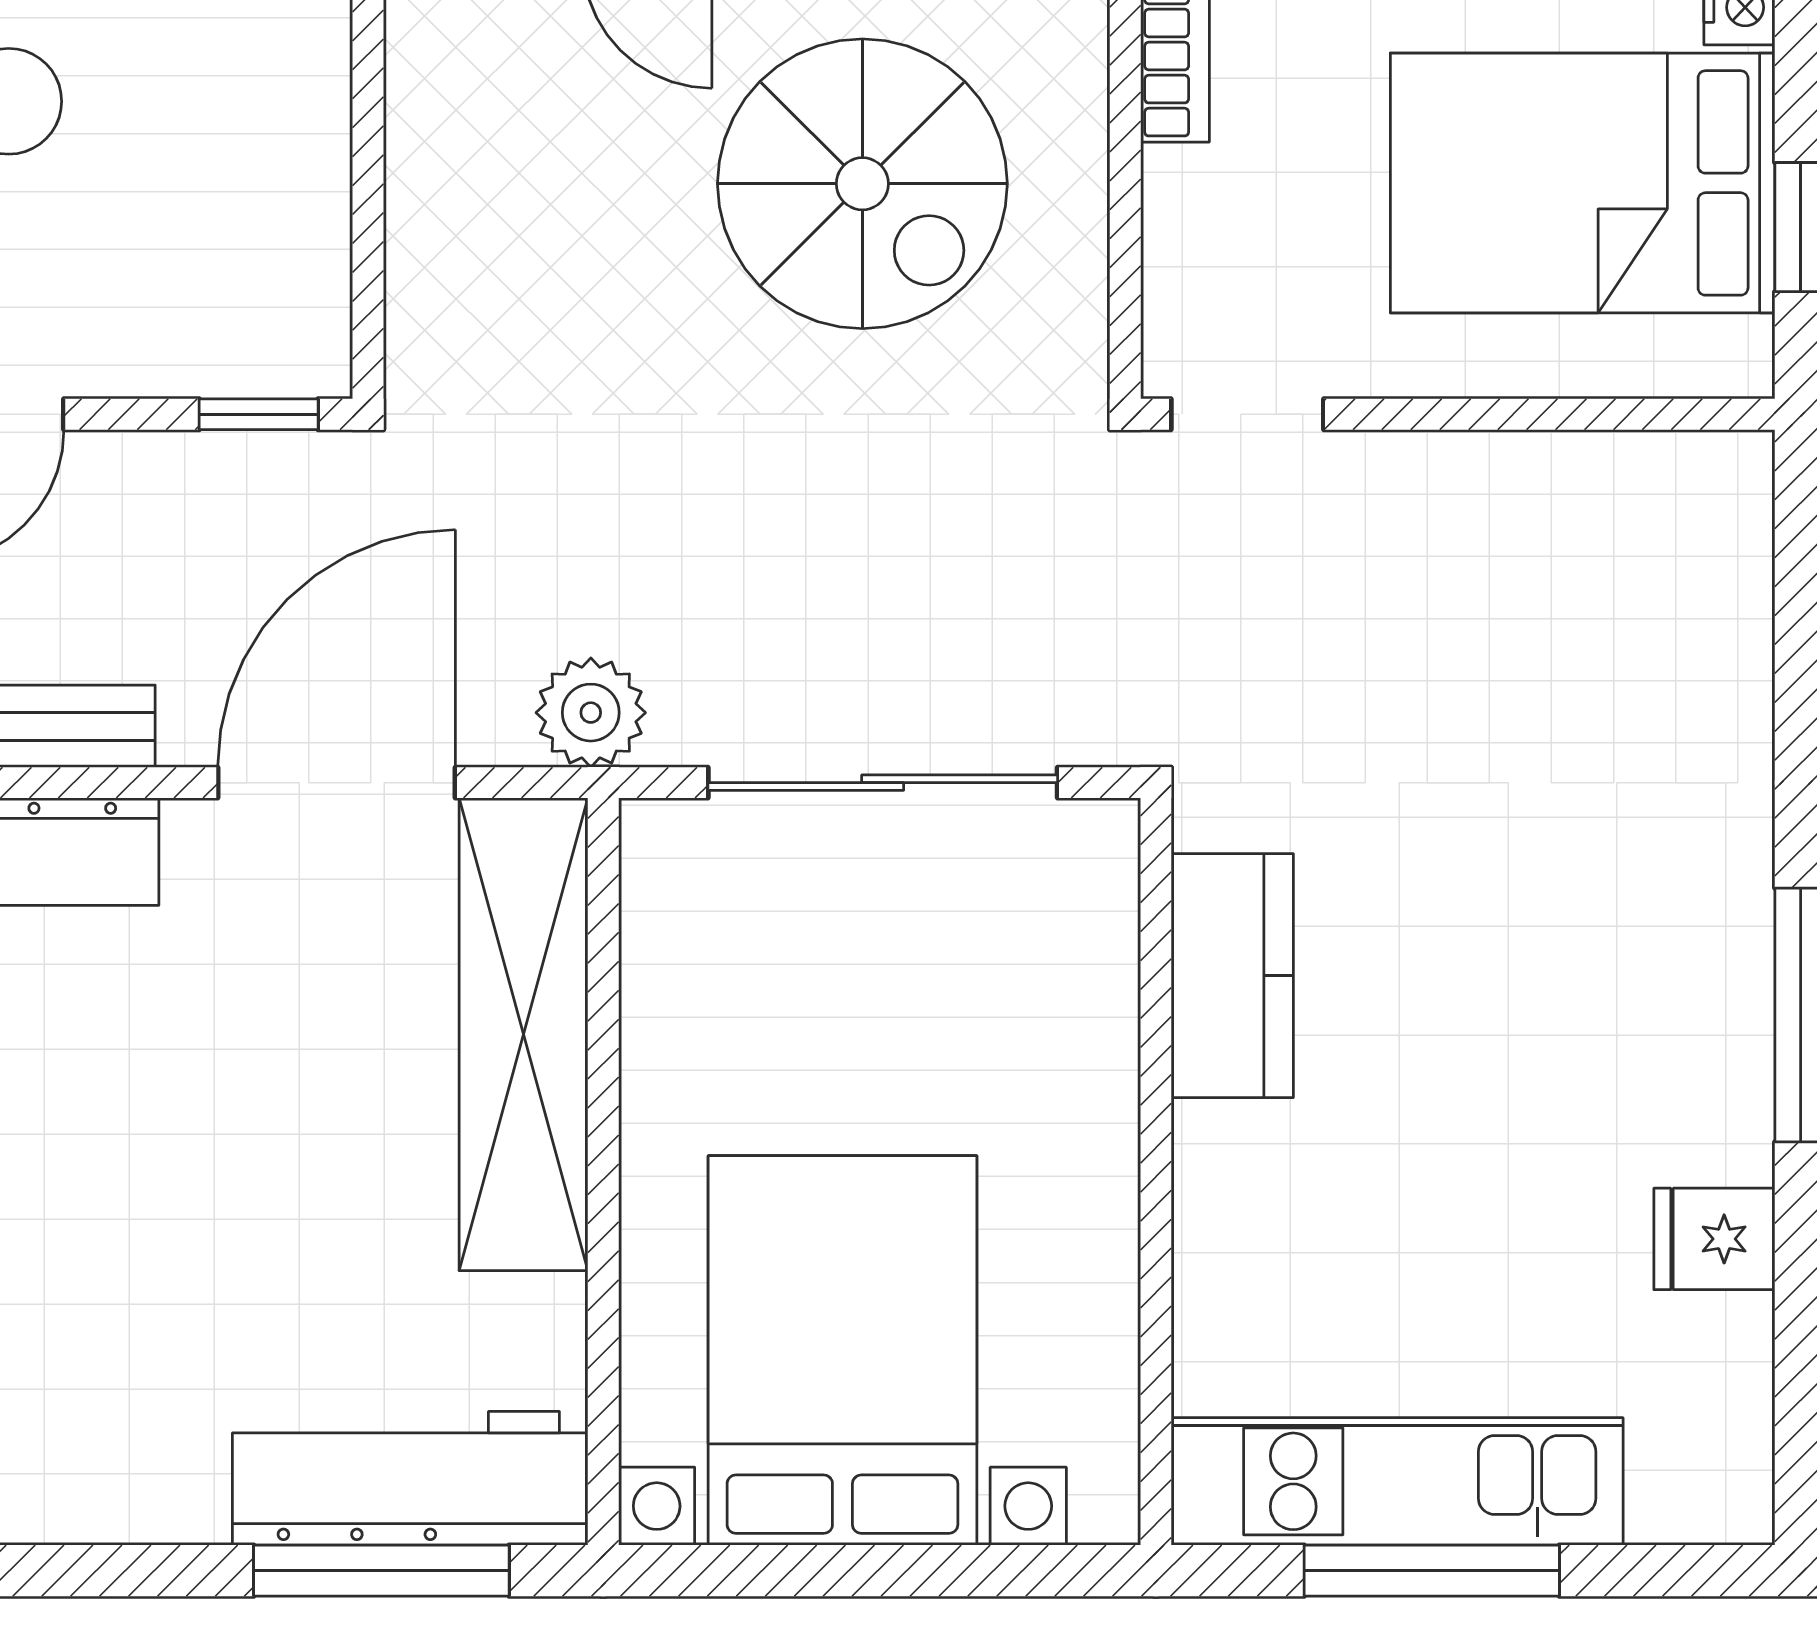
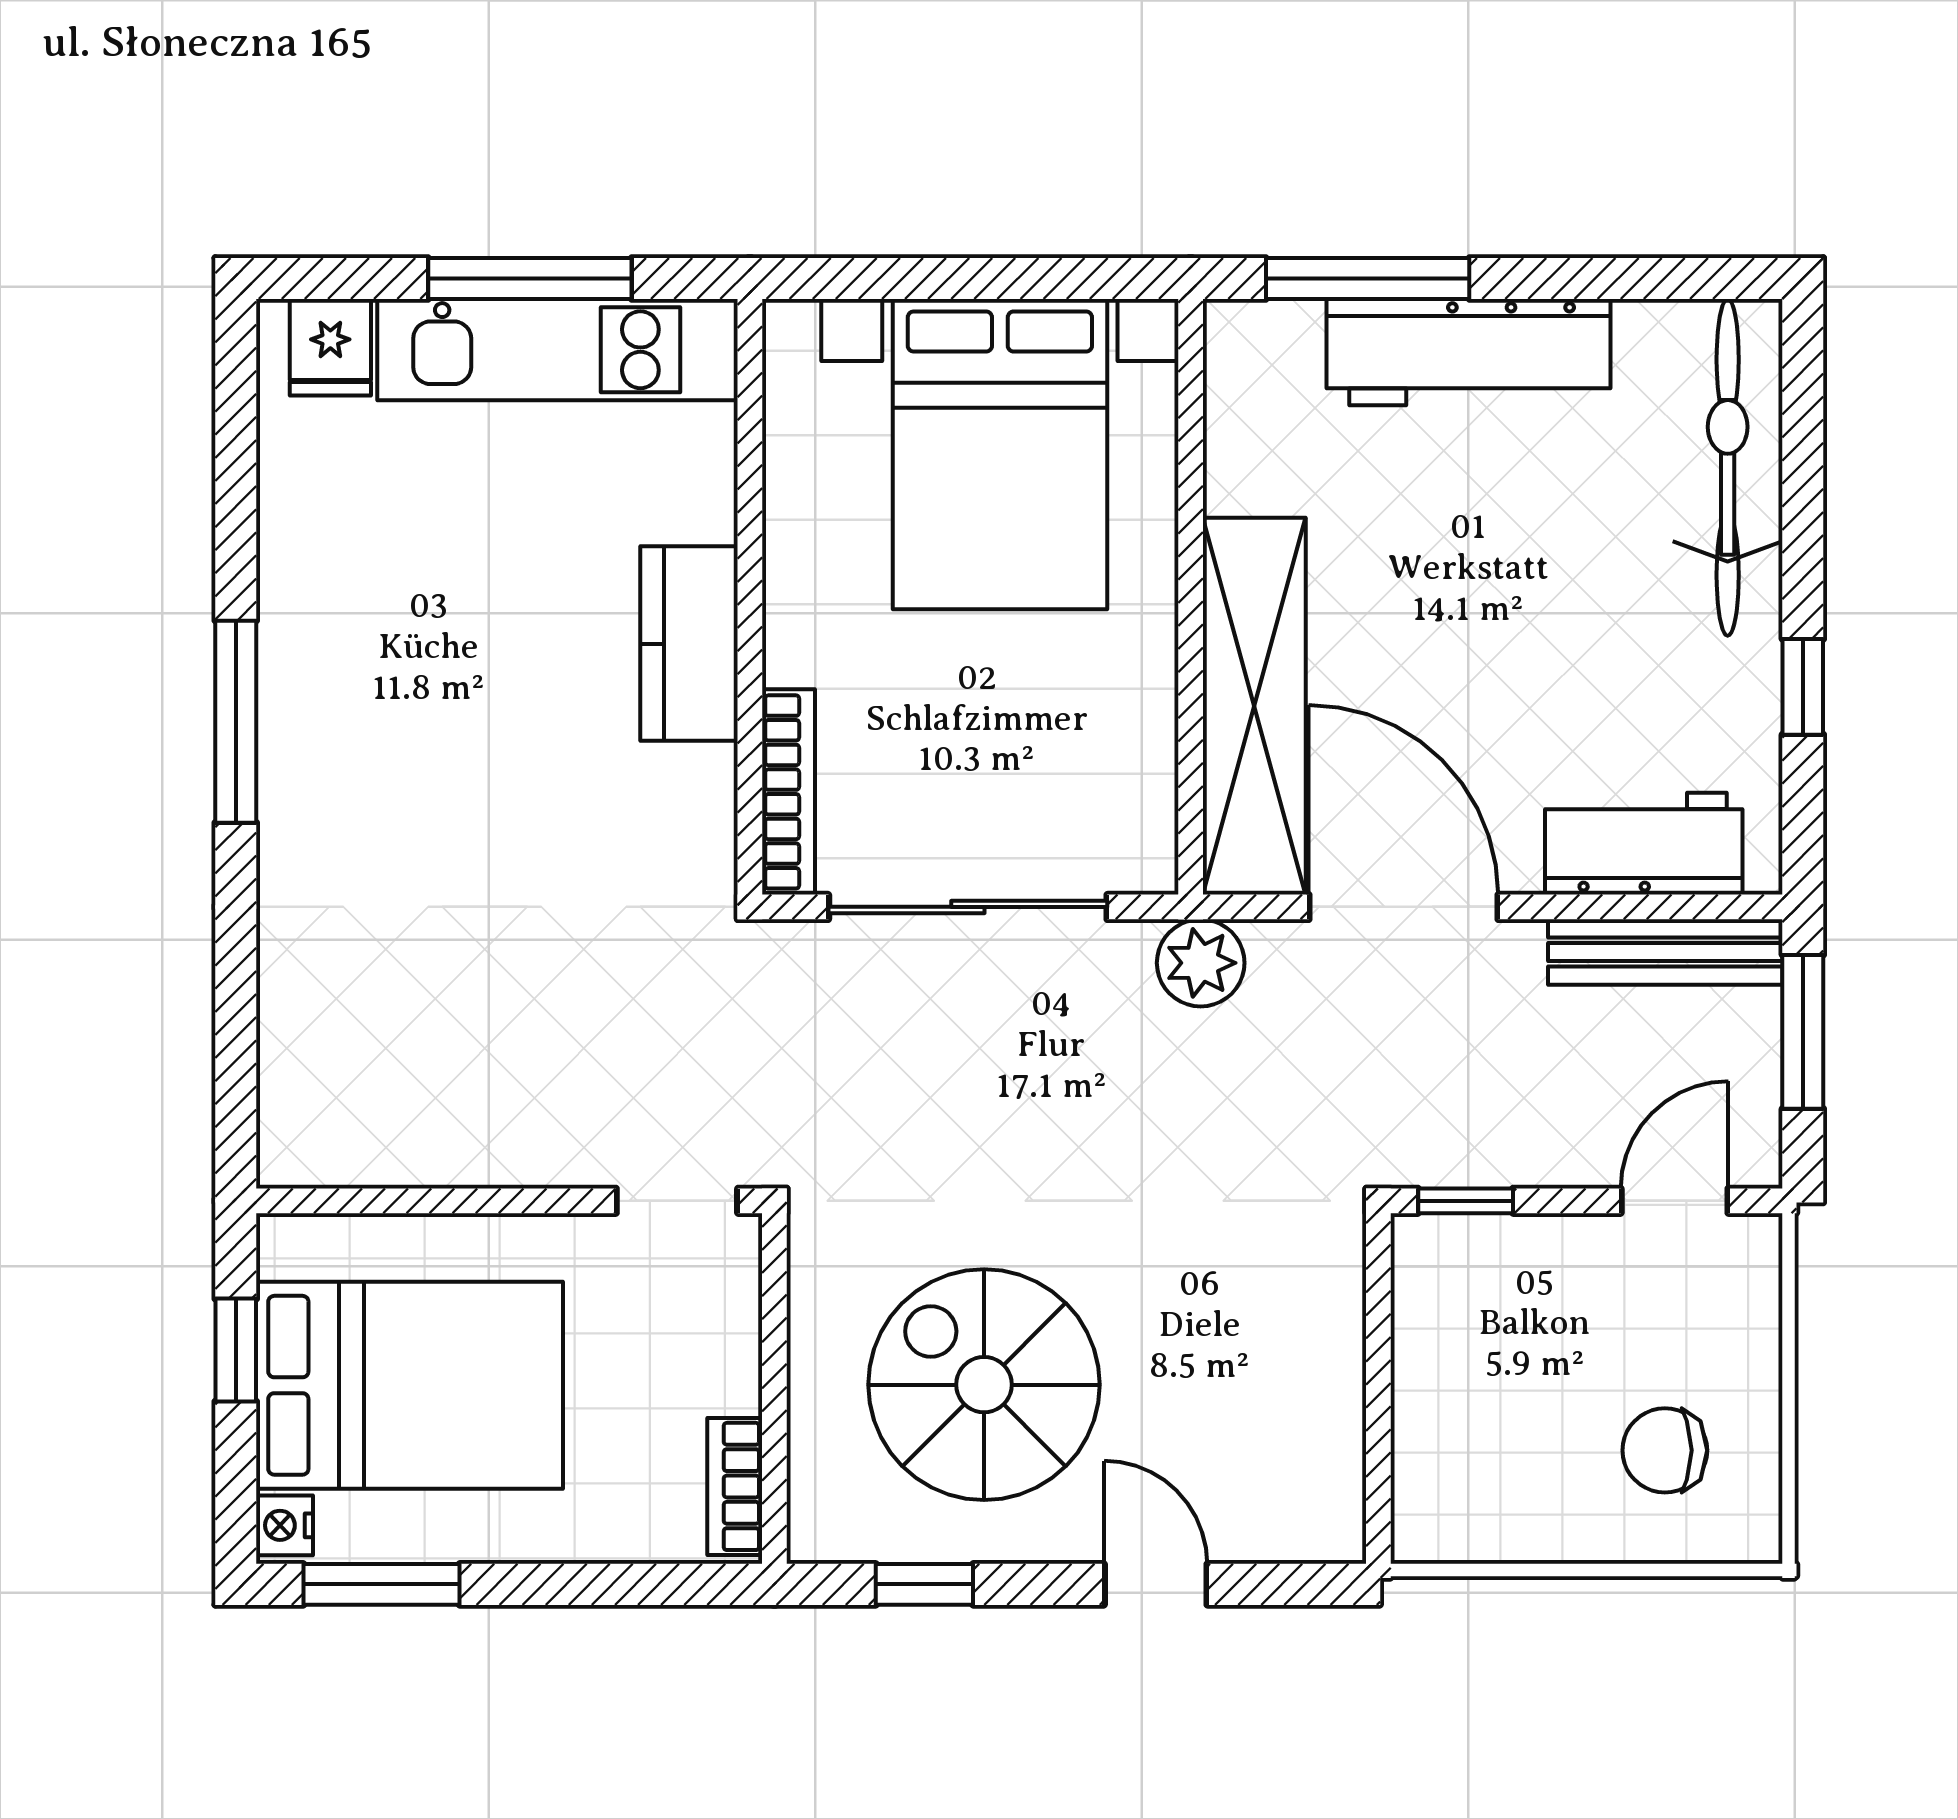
door: (336, 783) -> (1403, 907), swing flipped
bookcase: (1108, 927) -> (788, 792), added
kitchen counter: (1232, 976) -> (689, 644), moved
fridge: (1714, 1239) -> (330, 347), moved, turned 90
workbench: (410, 1478) -> (1469, 352), moved

